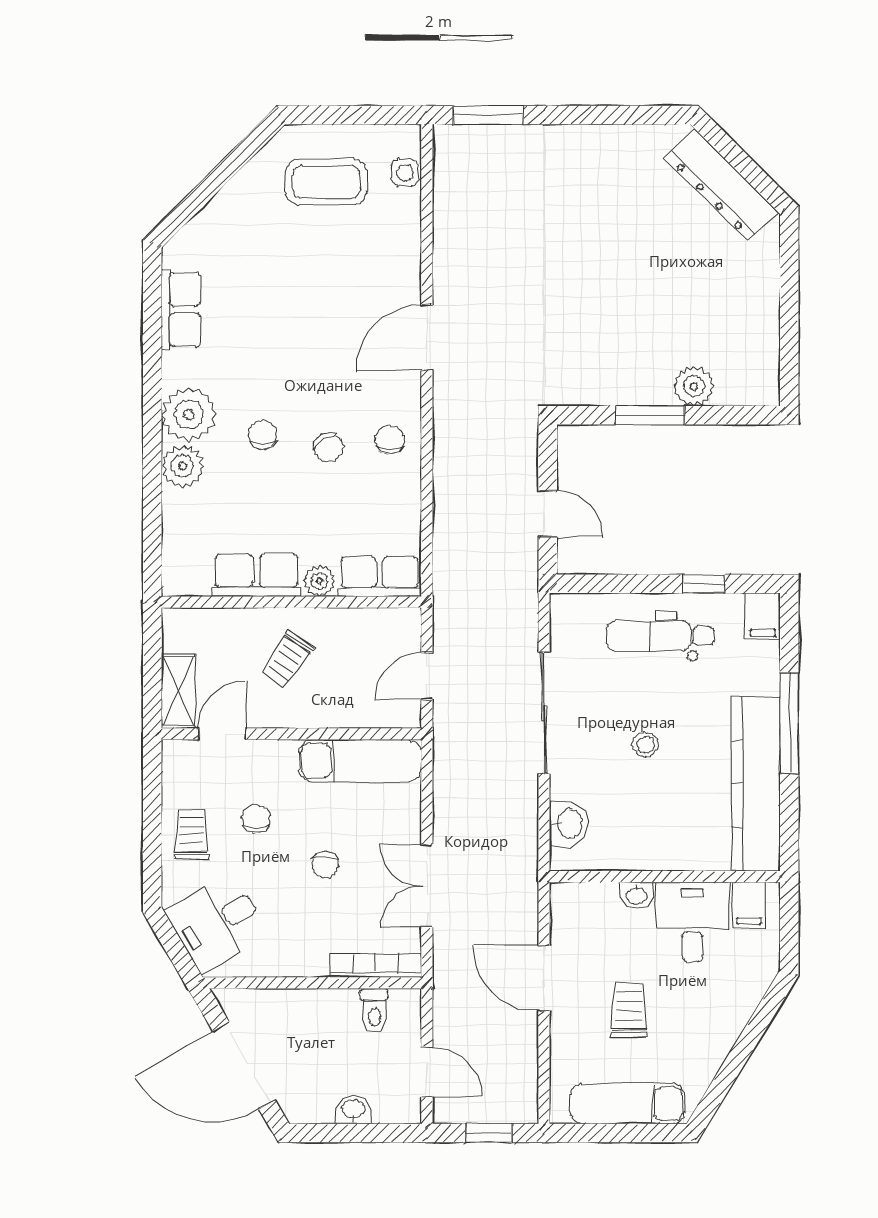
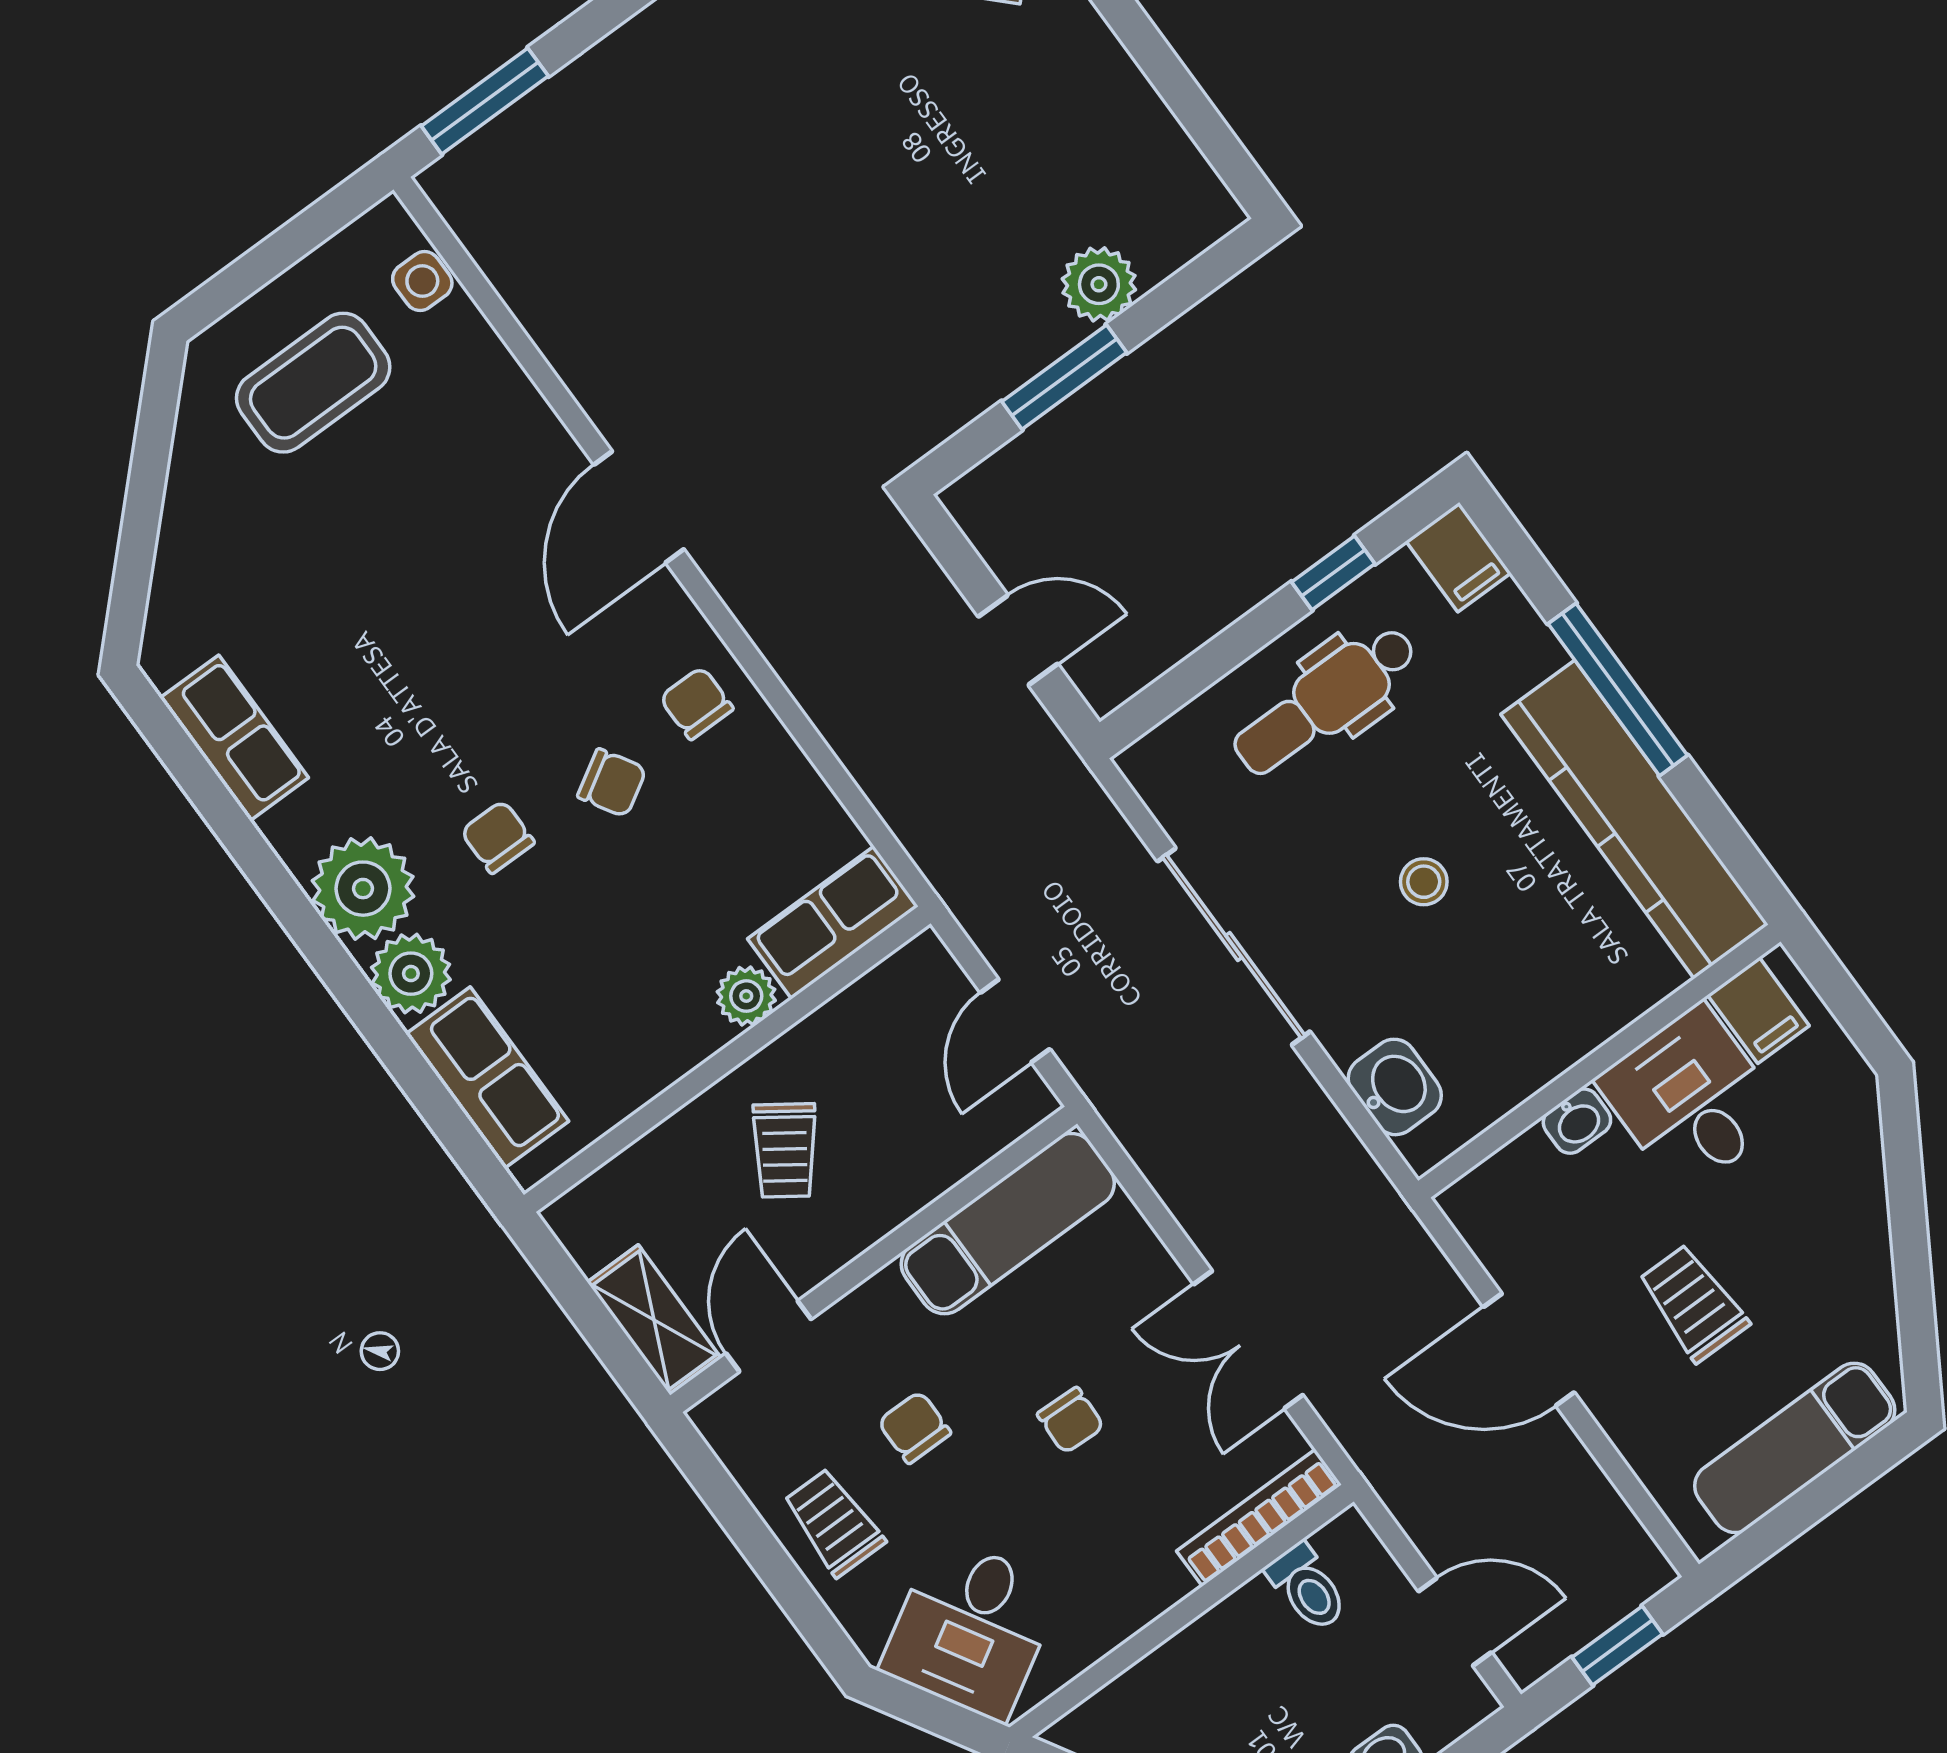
row of seats: (256, 575) -> (487, 1078), moved, turned 90

